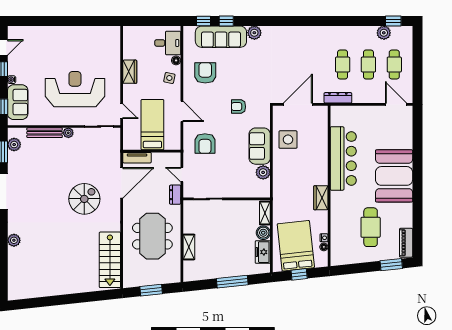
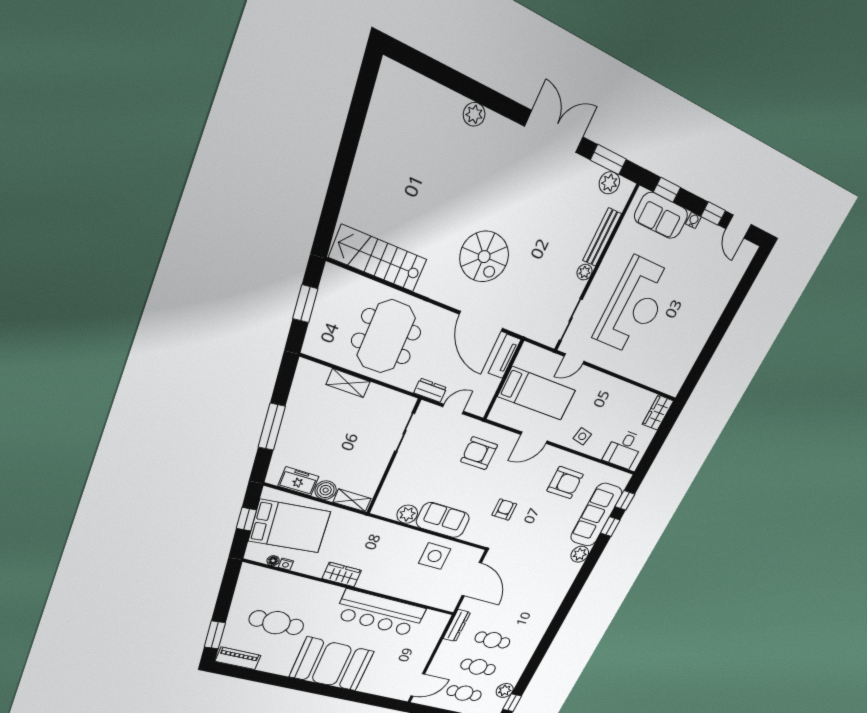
floor lamp: (176, 60) -> (598, 452), removed
wardrobe: (130, 72) -> (658, 413), moved, turned 90
meeting table: (152, 236) -> (386, 337), turned 90

